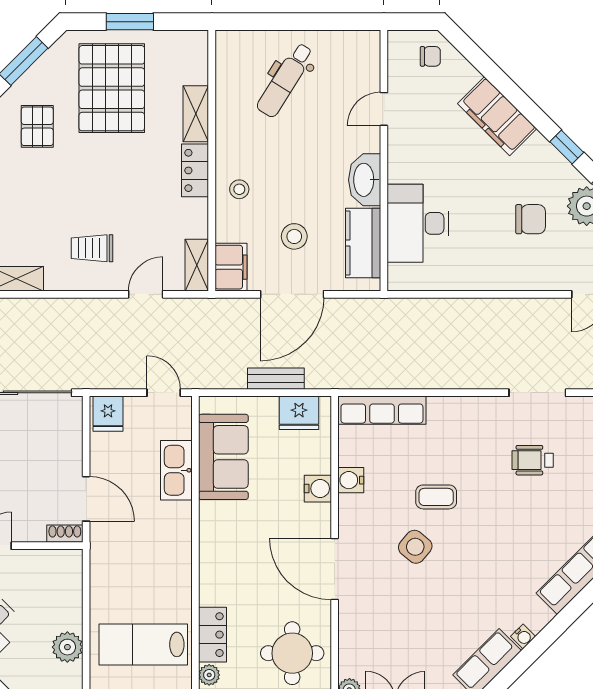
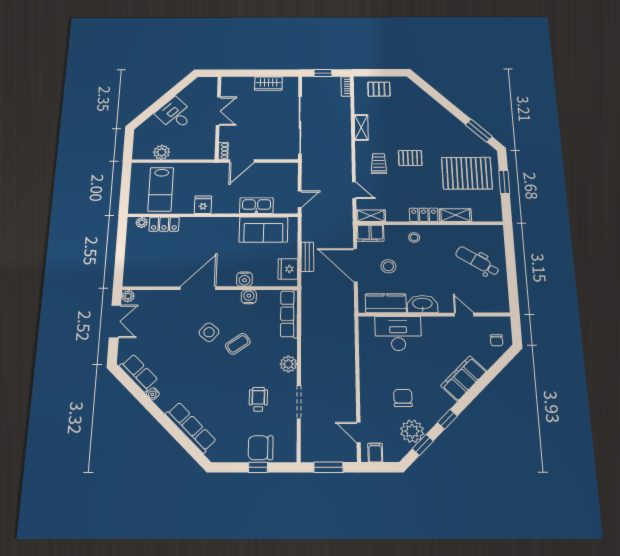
pallet: (37, 126) -> (410, 158), moved
chair: (531, 219) -> (403, 398), turned 180
plant: (472, 410) -> (288, 364), added
fridge: (108, 414) -> (203, 205), moved, turned 90
coffee table: (436, 497) -> (238, 344), turned 55
lab bench: (143, 644) -> (161, 189), turned 180
round table: (292, 653) -> (151, 266), removed

